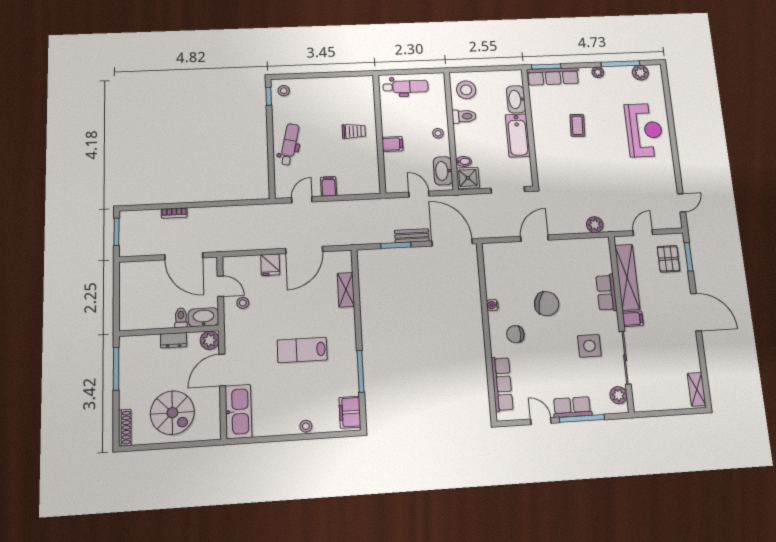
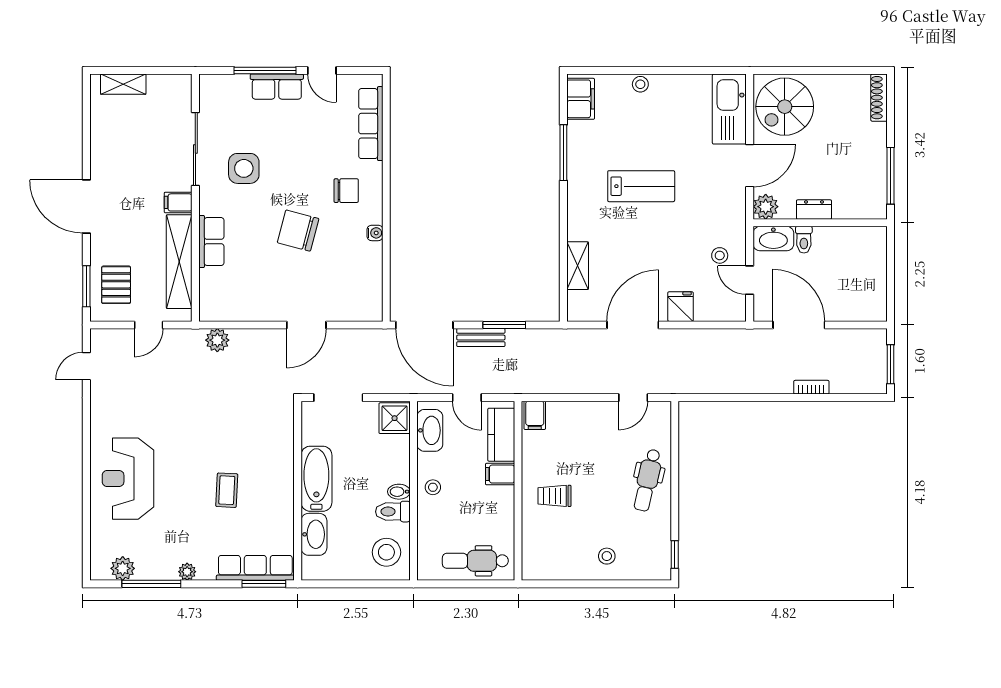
stool: (284, 91) -> (607, 556), moved
bidet: (464, 161) -> (399, 492), moved
kitchen counter: (393, 170) -> (501, 435), added
filing cabinet: (329, 186) -> (535, 415), moved
shelving: (697, 389) -> (123, 84), moved, turned 90
plant: (619, 395) -> (211, 99), removed
spiral stairs: (172, 413) -> (785, 107), moved, turned -90

